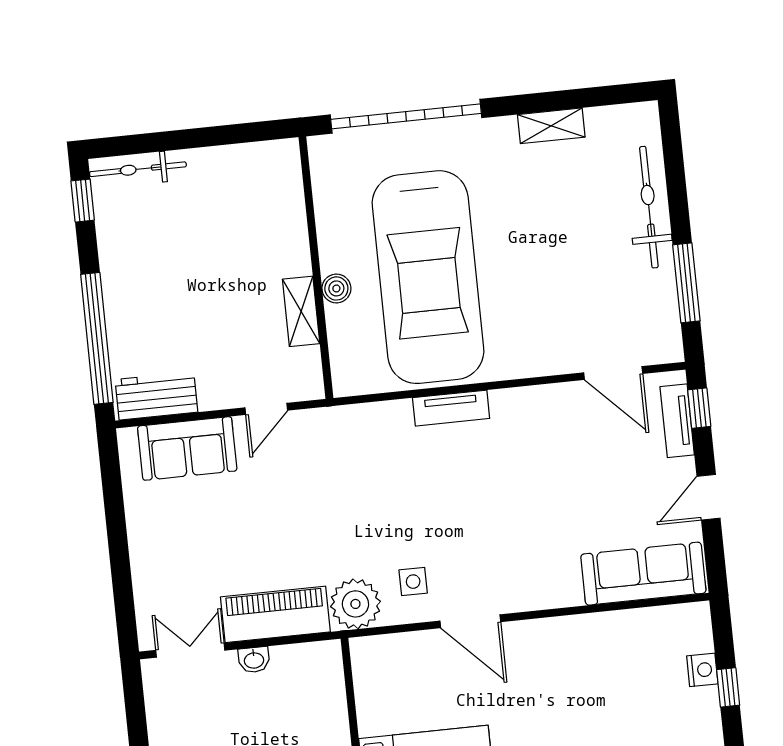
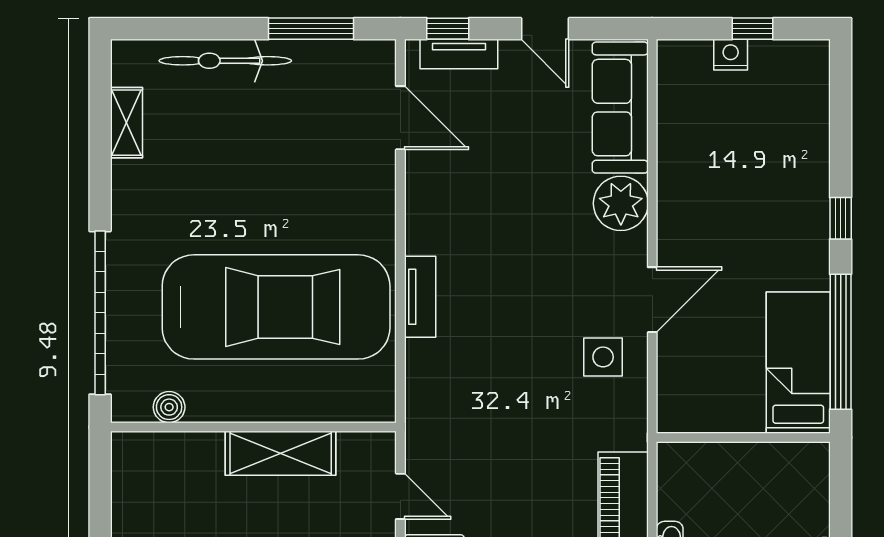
shelving: (551, 126) -> (127, 123), moved
boiler: (336, 288) -> (169, 407), moved
shelving: (301, 311) -> (281, 453), width x1.50, depth x1.33
door: (613, 373) -> (400, 118), hinge flipped
side table: (413, 582) -> (603, 357), width x1.37, depth x1.37
plant: (355, 604) -> (621, 203), moved

